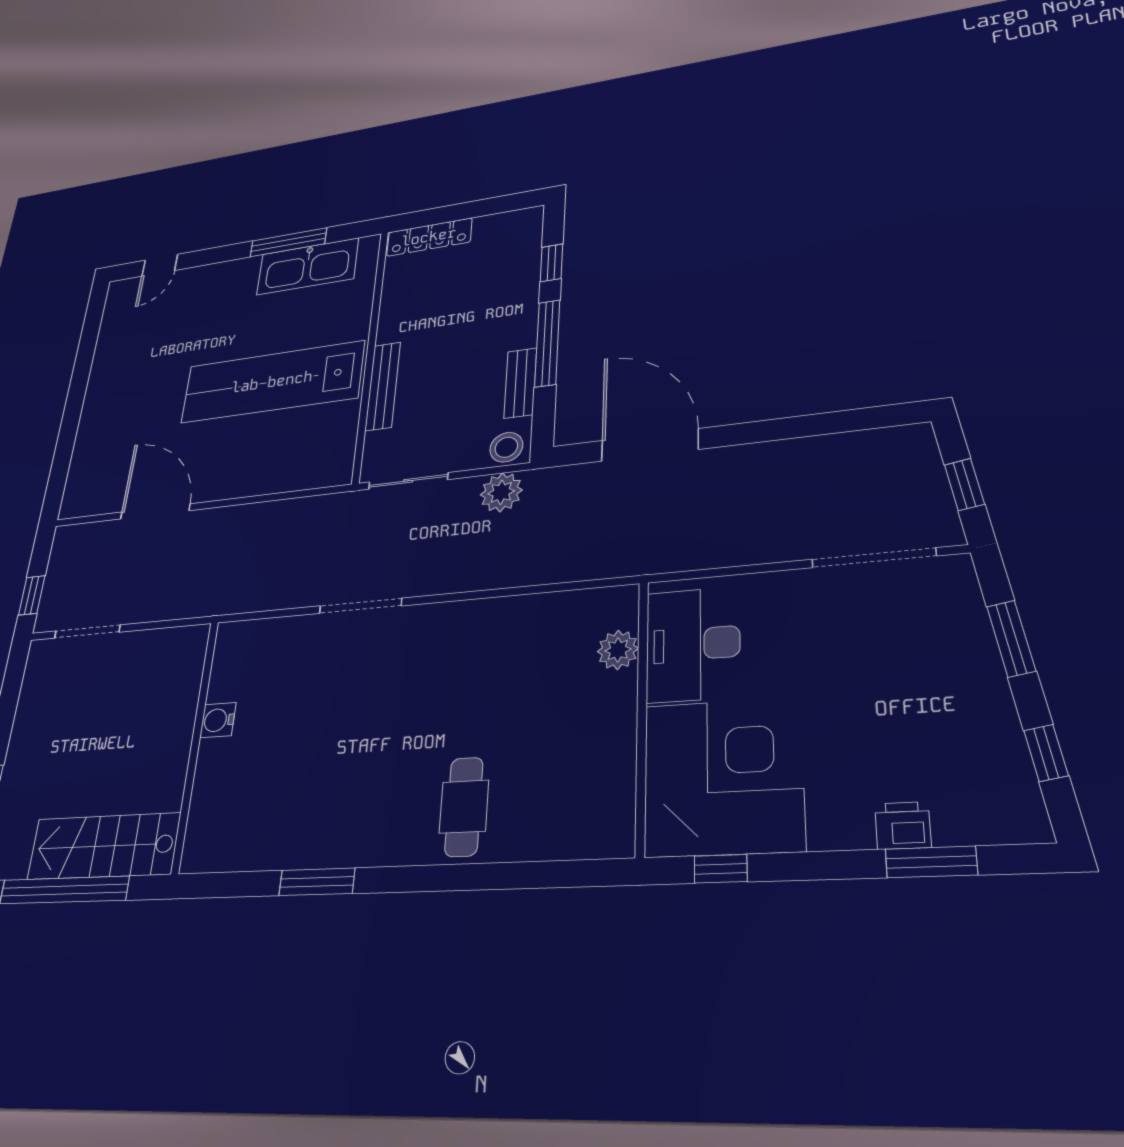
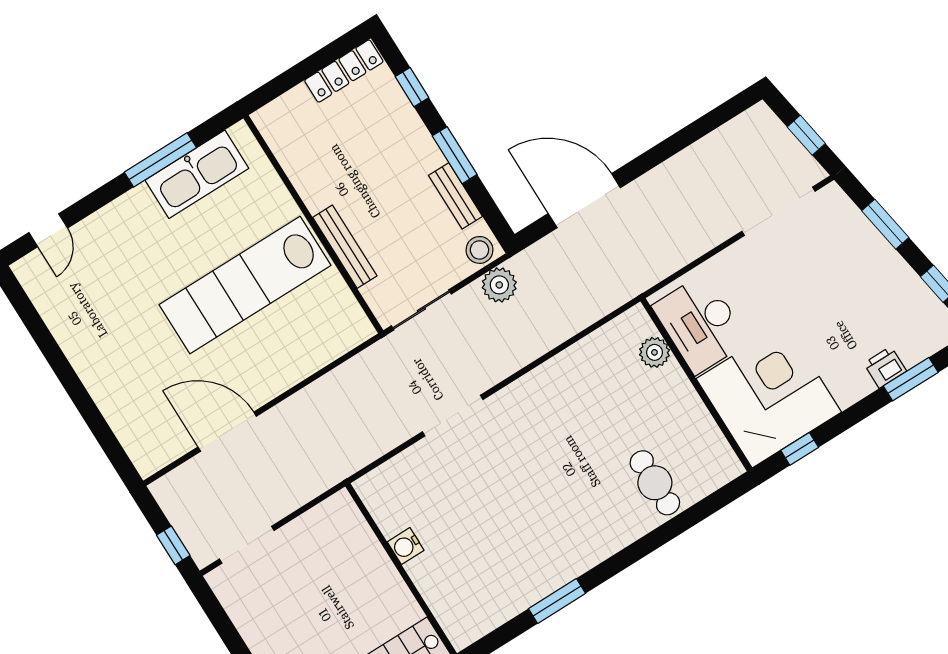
locker: (429, 237) -> (344, 71), moved
window: (547, 343) -> (455, 155), width x0.69
cafe table: (464, 807) -> (655, 483), moved

